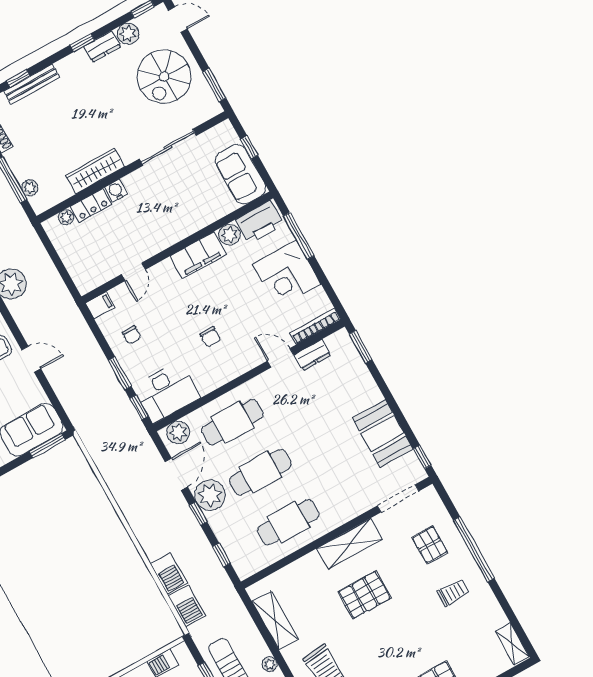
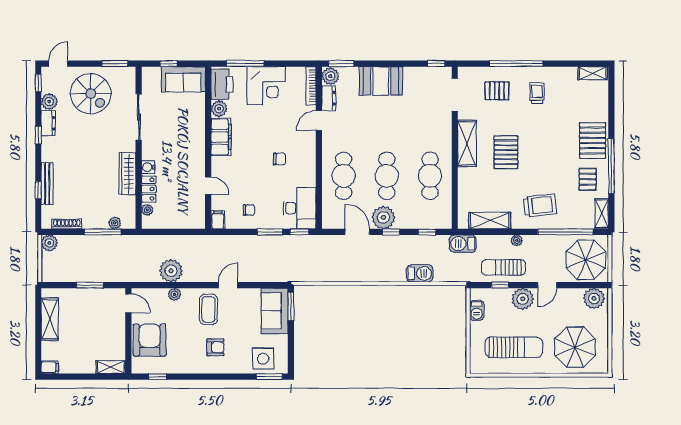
plant: (178, 432) -> (330, 76), moved
booth: (383, 433) -> (381, 81), moved
barbecue: (187, 606) -> (463, 244), moved, turned 180

